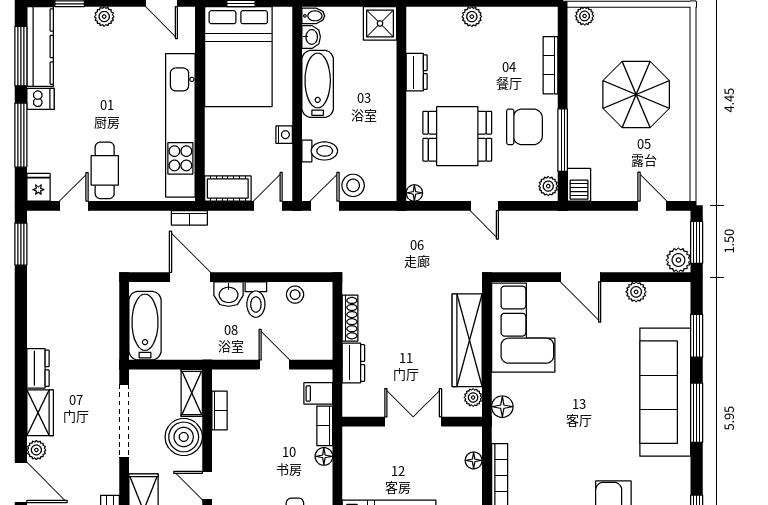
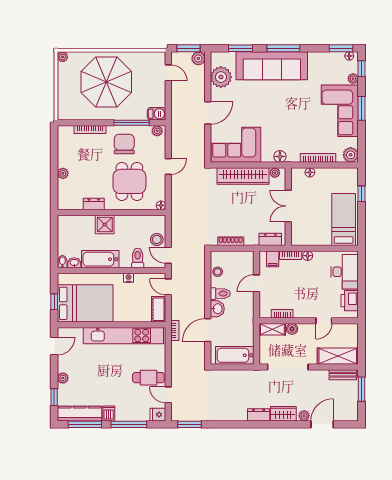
plant: (585, 16) -> (63, 57), moved
shower: (380, 23) -> (105, 224), moved
parasol: (636, 95) -> (106, 82), width x1.36, depth x1.36
door: (652, 206) -> (168, 73), swing flipped
plant: (636, 292) -> (221, 77), width x1.88, depth x1.88
dresser: (353, 363) -> (270, 239), moved
boiler: (184, 437) -> (292, 329), width x0.54, depth x0.54

